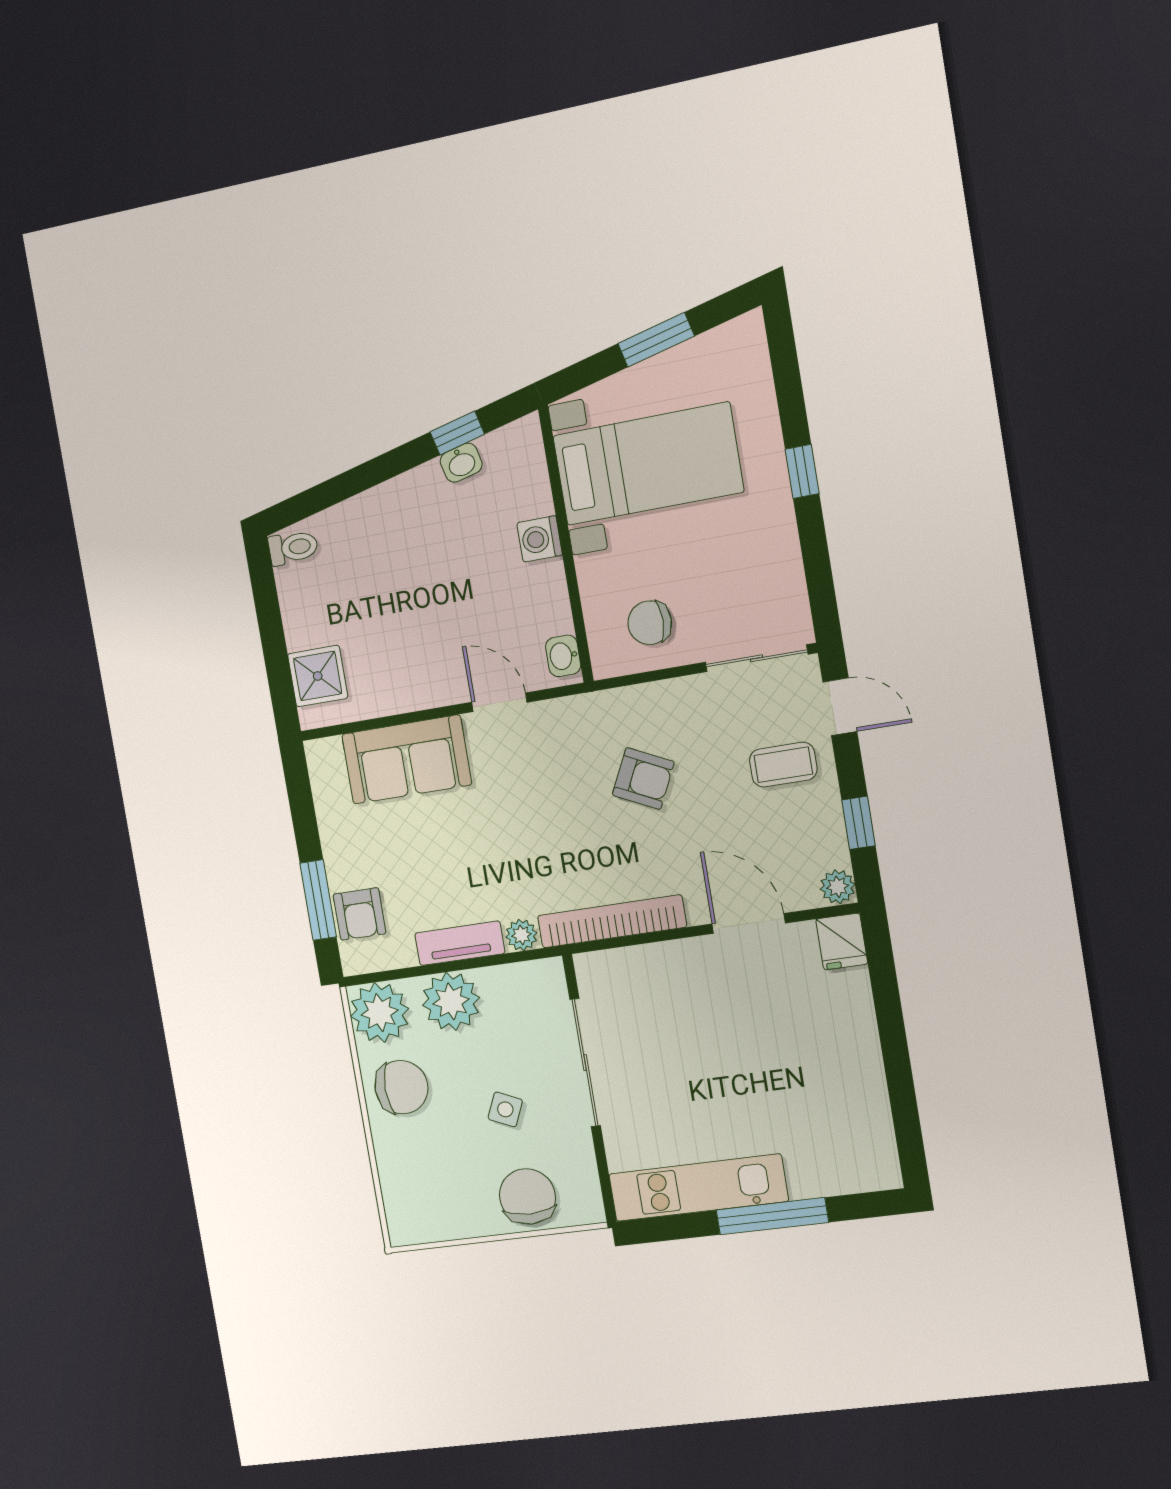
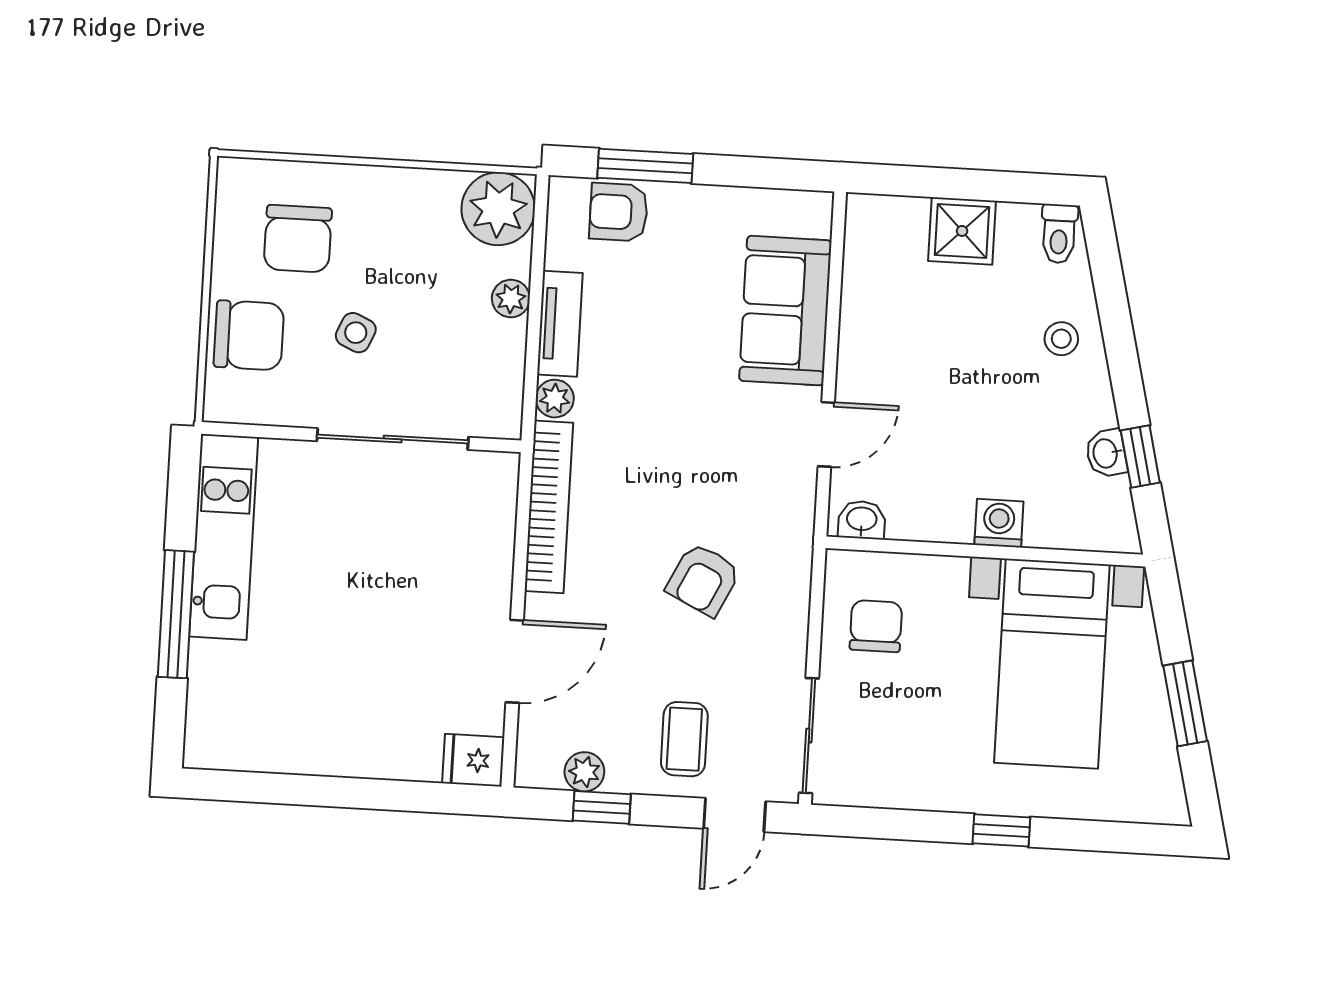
stool: (377, 524) -> (1061, 339), added
shower: (318, 676) -> (962, 231), moved
plant: (838, 887) -> (584, 772), moved
plant: (451, 1001) -> (511, 299), width x0.53, depth x0.53
chair: (401, 1087) -> (298, 239), moved

